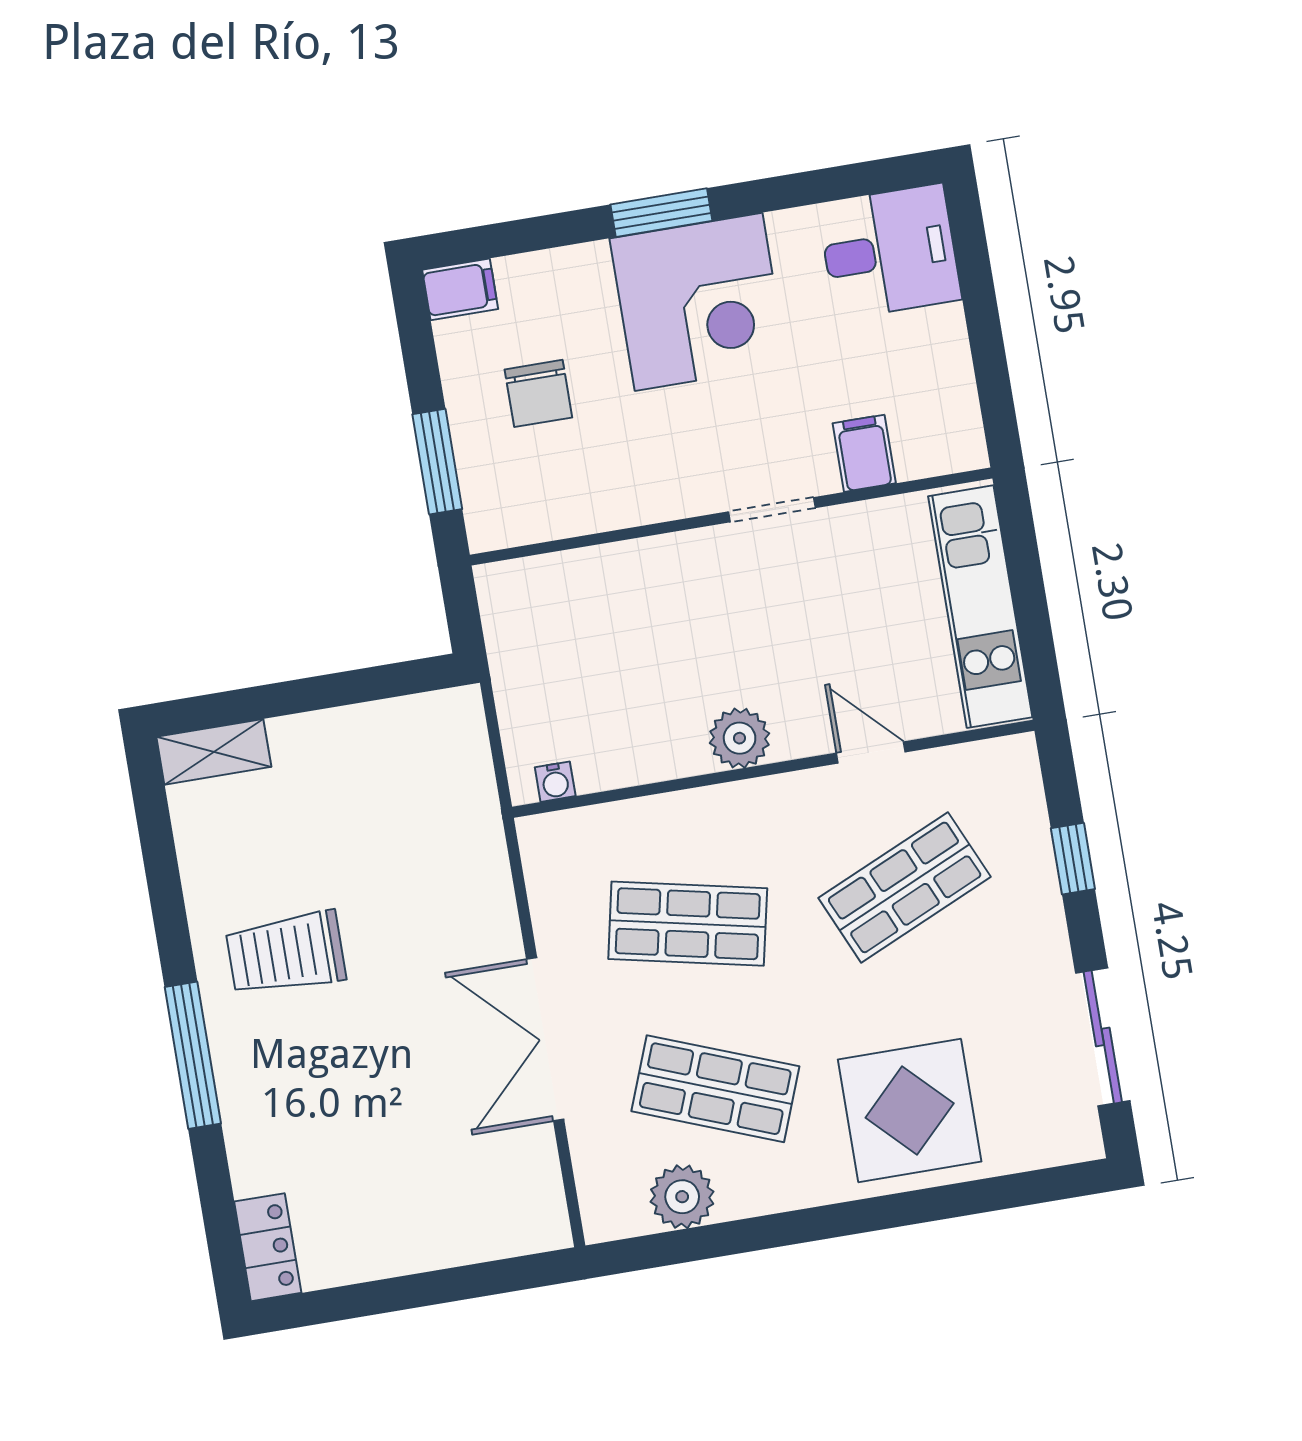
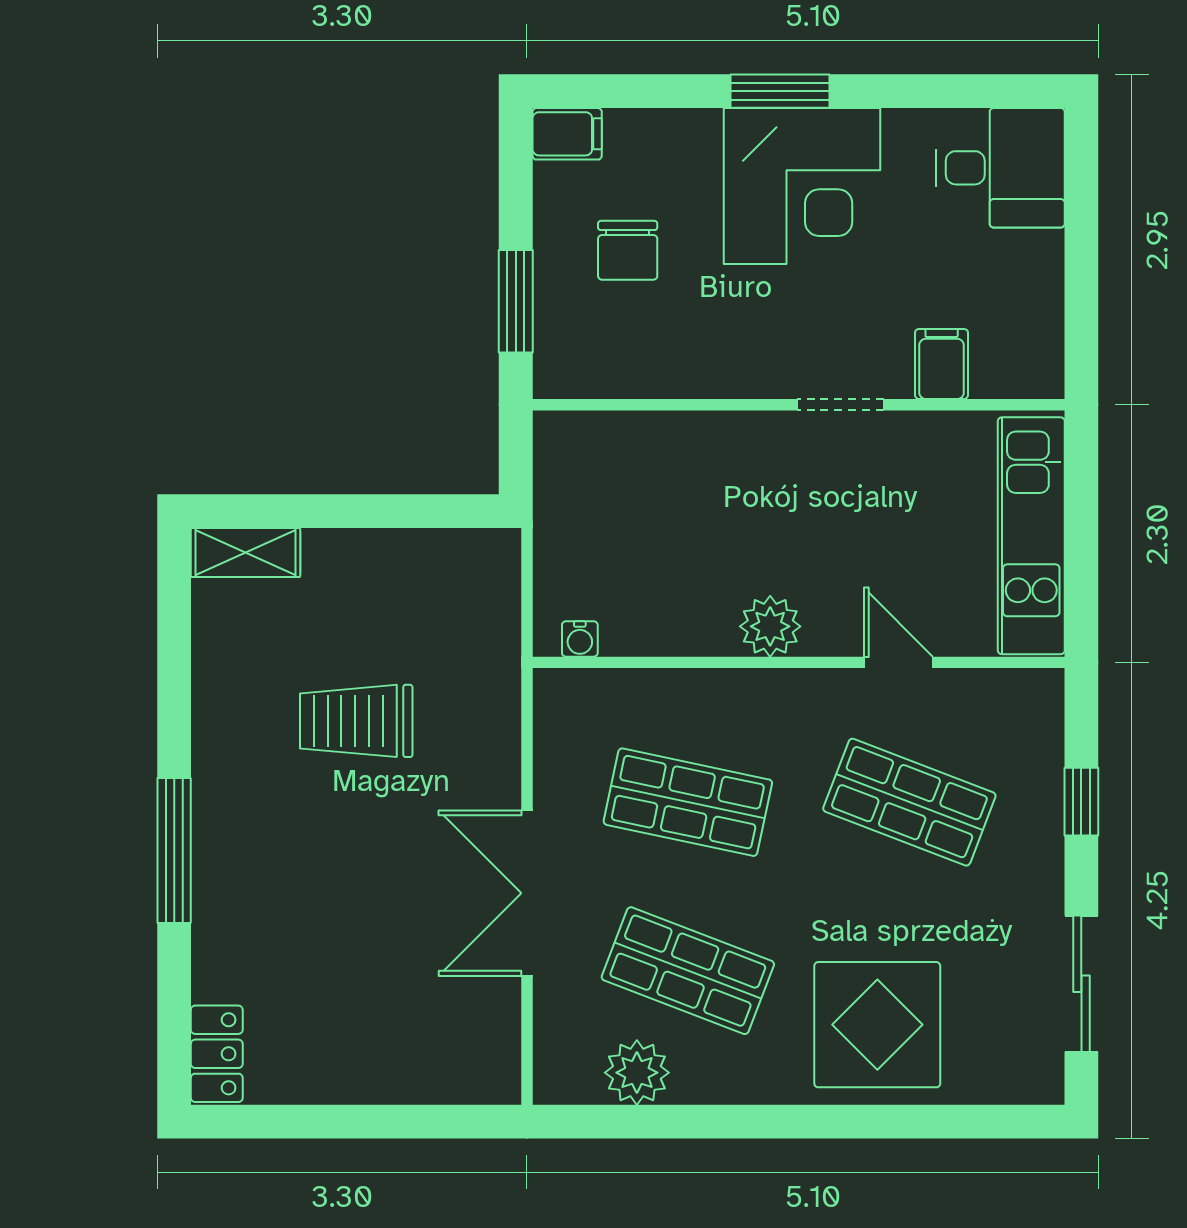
shop shelf: (905, 887) -> (909, 802), turned 45
trolley: (286, 953) -> (356, 721), moved

